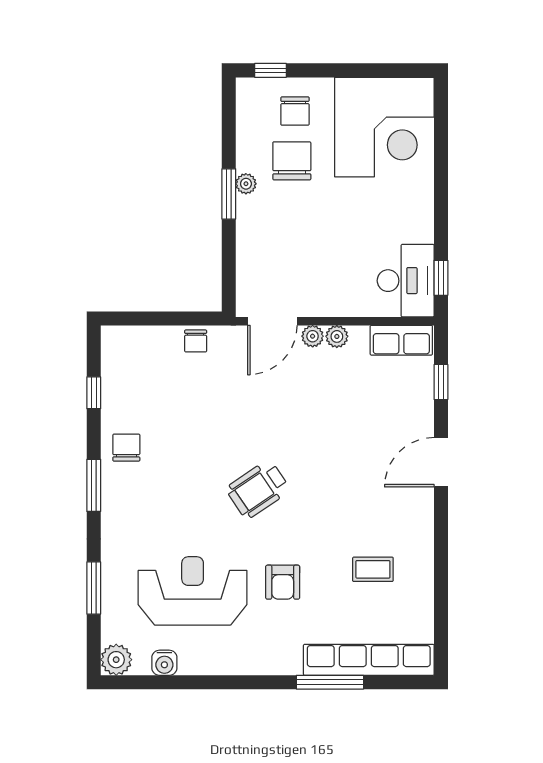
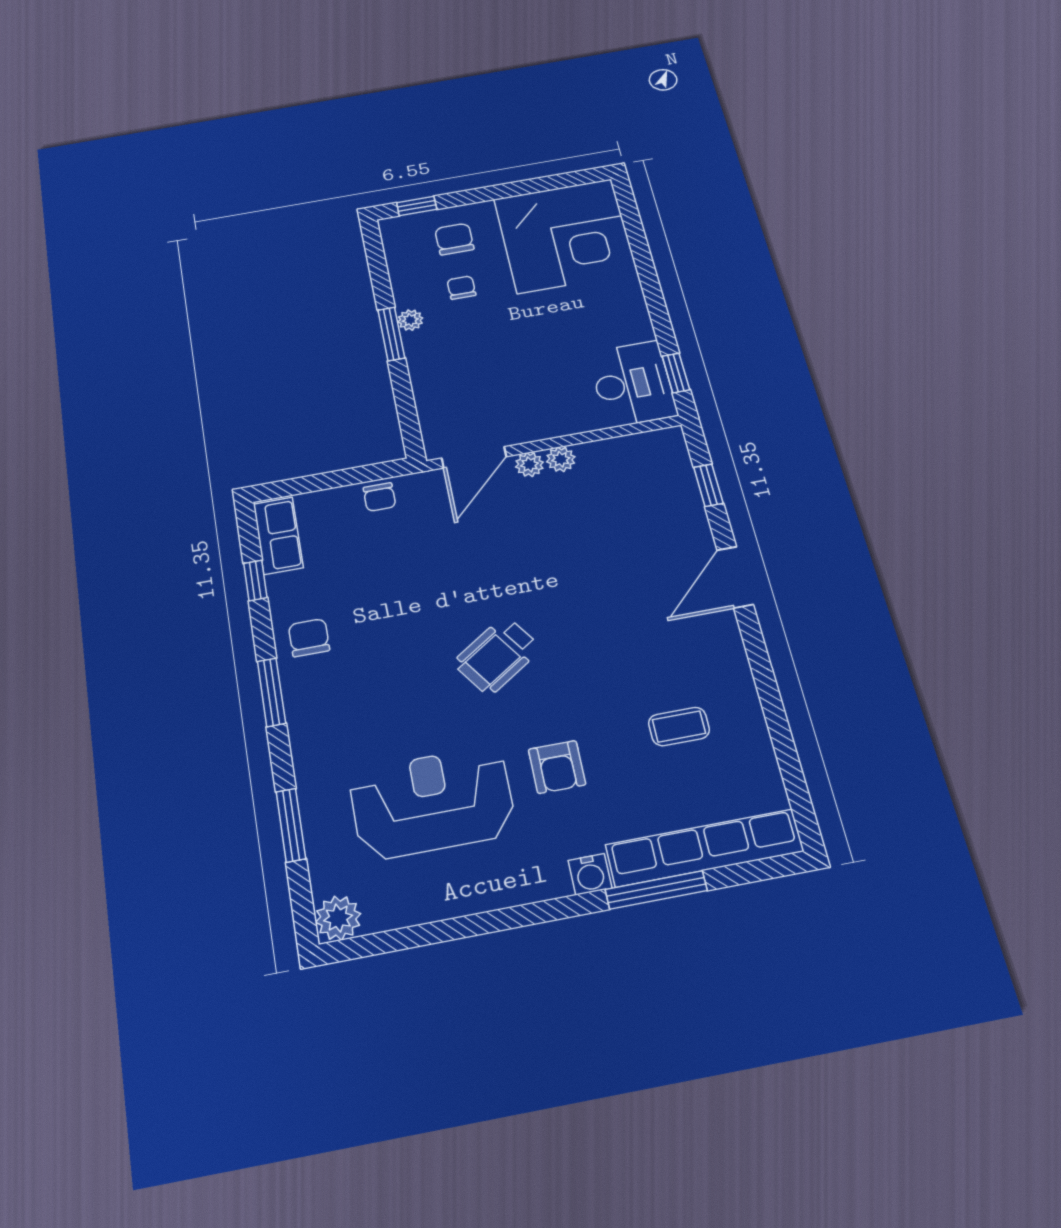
chair: (295, 111) -> (454, 239), turned 180
chair: (292, 161) -> (461, 288), width x0.54, depth x0.54
row of seats: (401, 340) -> (278, 536), moved, turned -90
water cooler: (164, 663) -> (590, 874), moved

